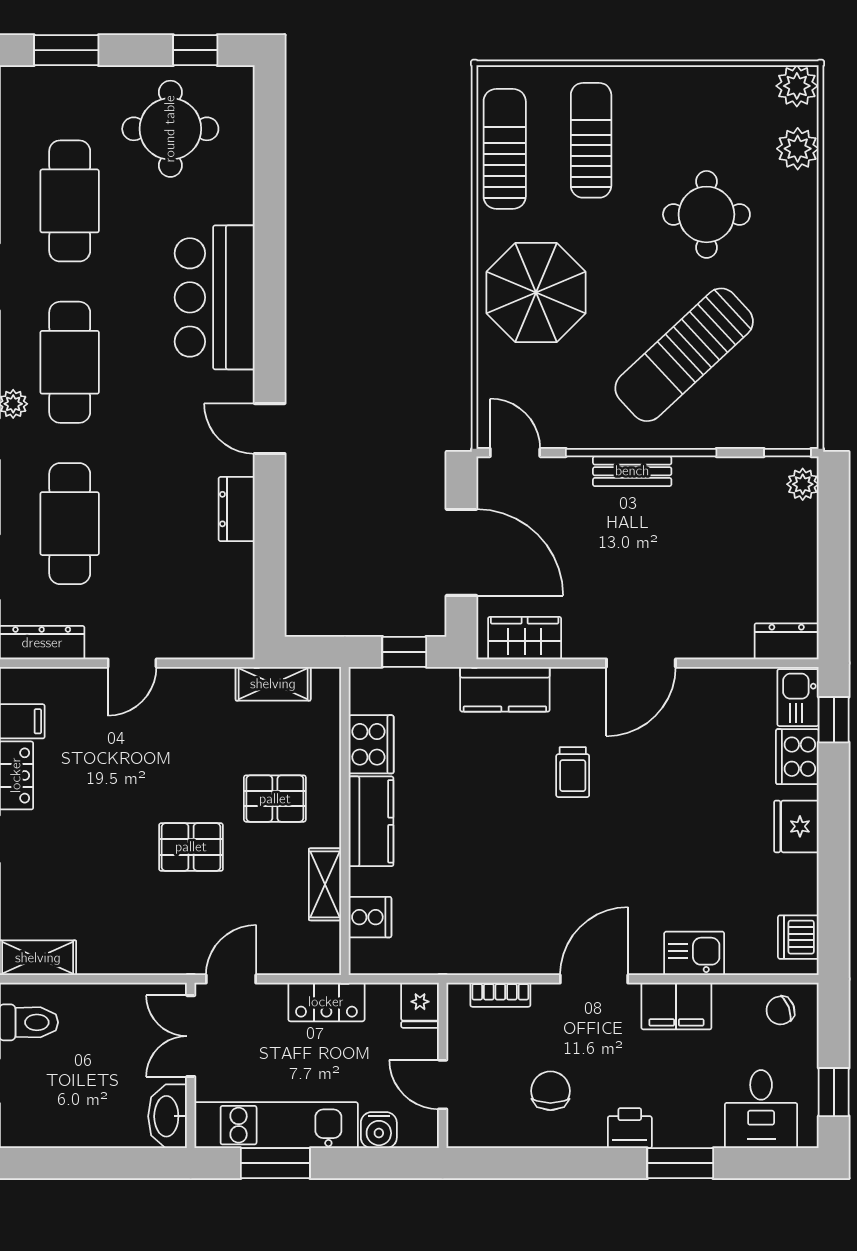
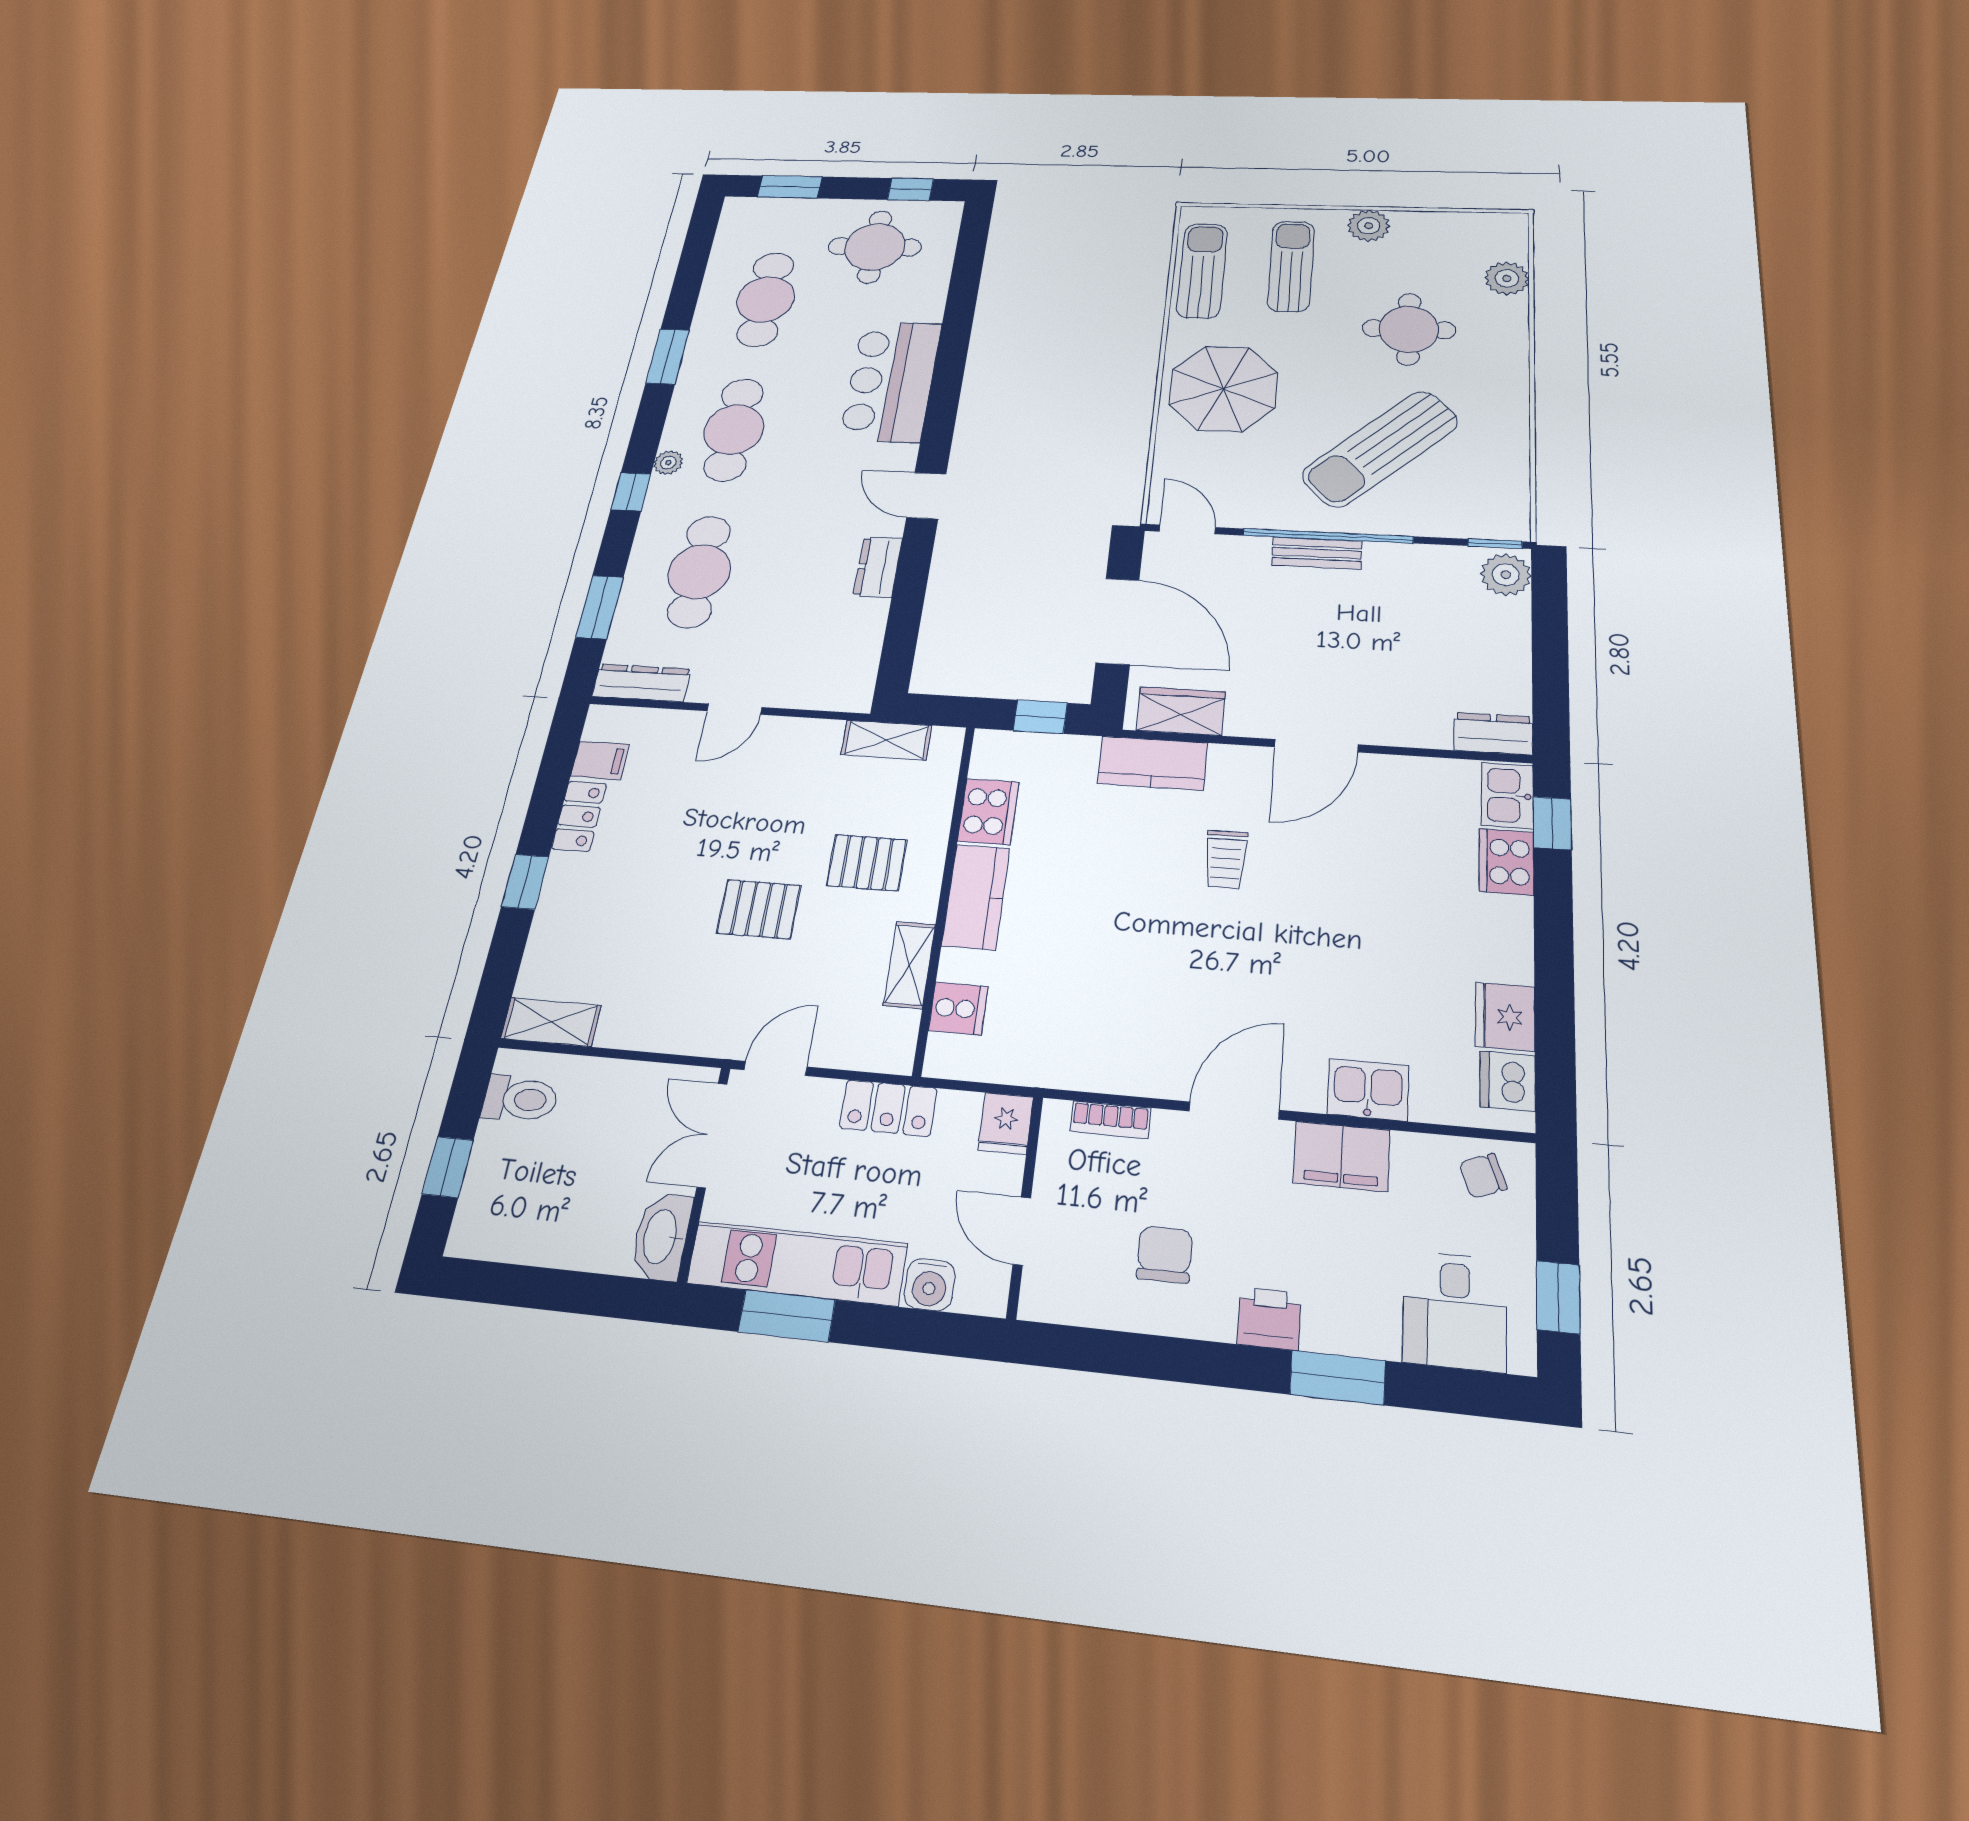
plant: (797, 86) -> (1369, 226), moved
plant: (803, 484) -> (1506, 575), width x1.38, depth x1.38
fridge: (796, 826) -> (1505, 1017), moved

